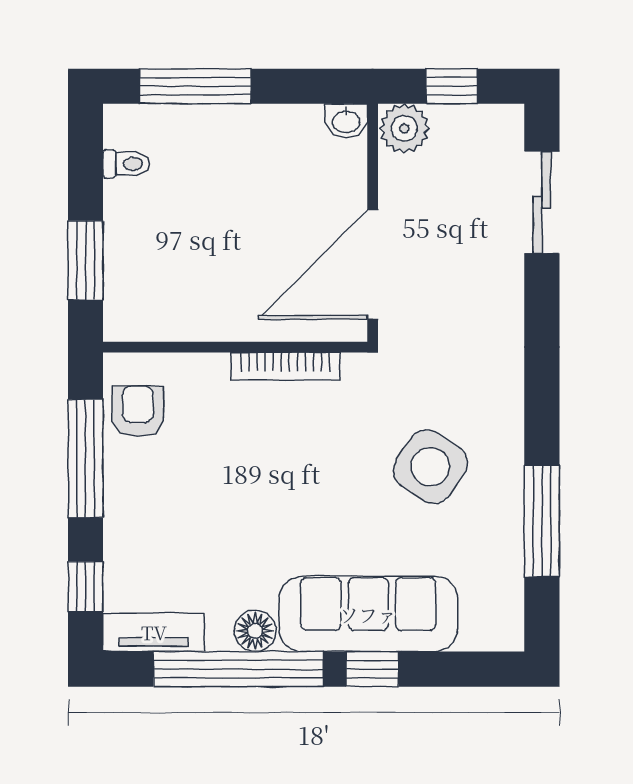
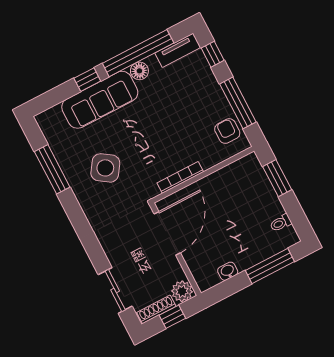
shoe rack: (477, 119) -> (156, 309), added
washbasin: (346, 121) -> (228, 271), moved
armchair: (138, 412) -> (227, 131), turned 180

